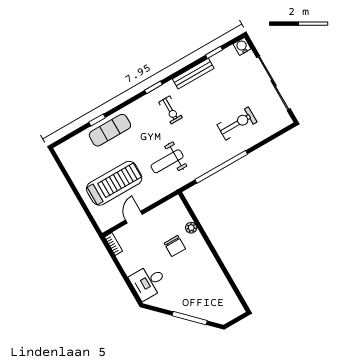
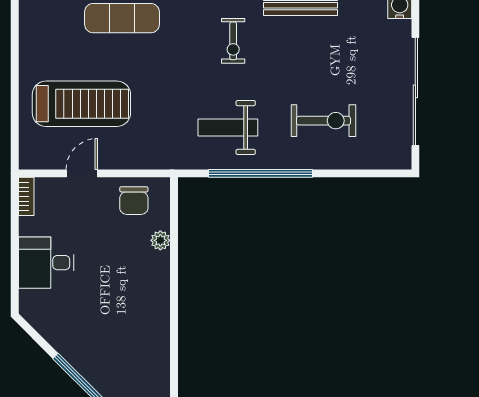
weight bench: (167, 161) -> (228, 127), moved
chair: (175, 246) -> (134, 201), moved
desk: (148, 282) -> (46, 263), moved

